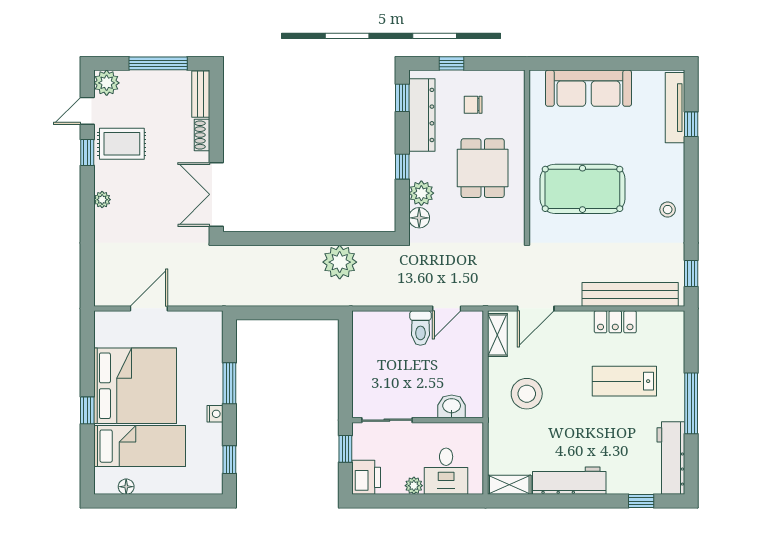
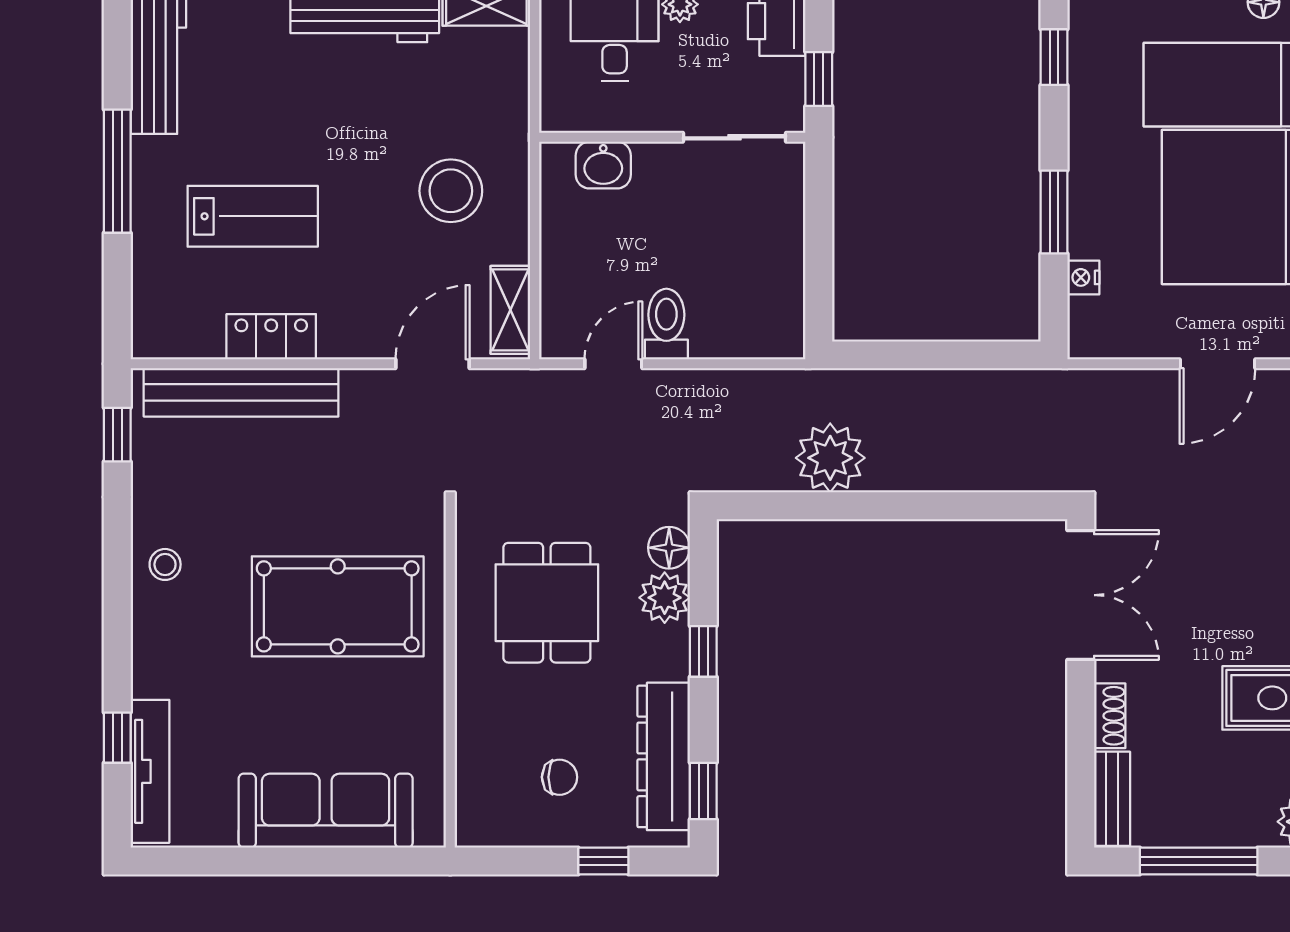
dining table: (483, 168) -> (547, 603), moved
nightstand: (215, 414) -> (1083, 277), moved

